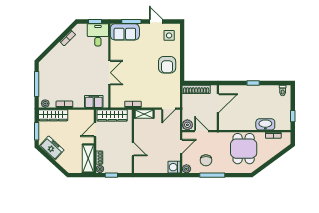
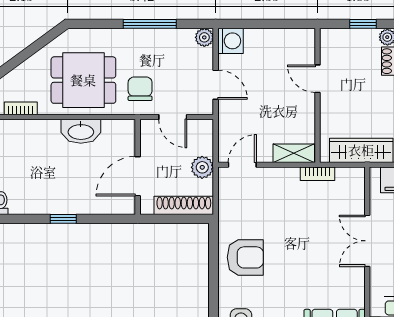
armchair: (167, 65) -> (245, 257), turned 90
washbasin: (265, 124) -> (81, 131), moved
plant: (187, 125) -> (202, 167), moved
door: (181, 146) -> (216, 85), swing flipped
dining table: (244, 149) -> (83, 80), turned 90
chair: (206, 160) -> (140, 89), moved

